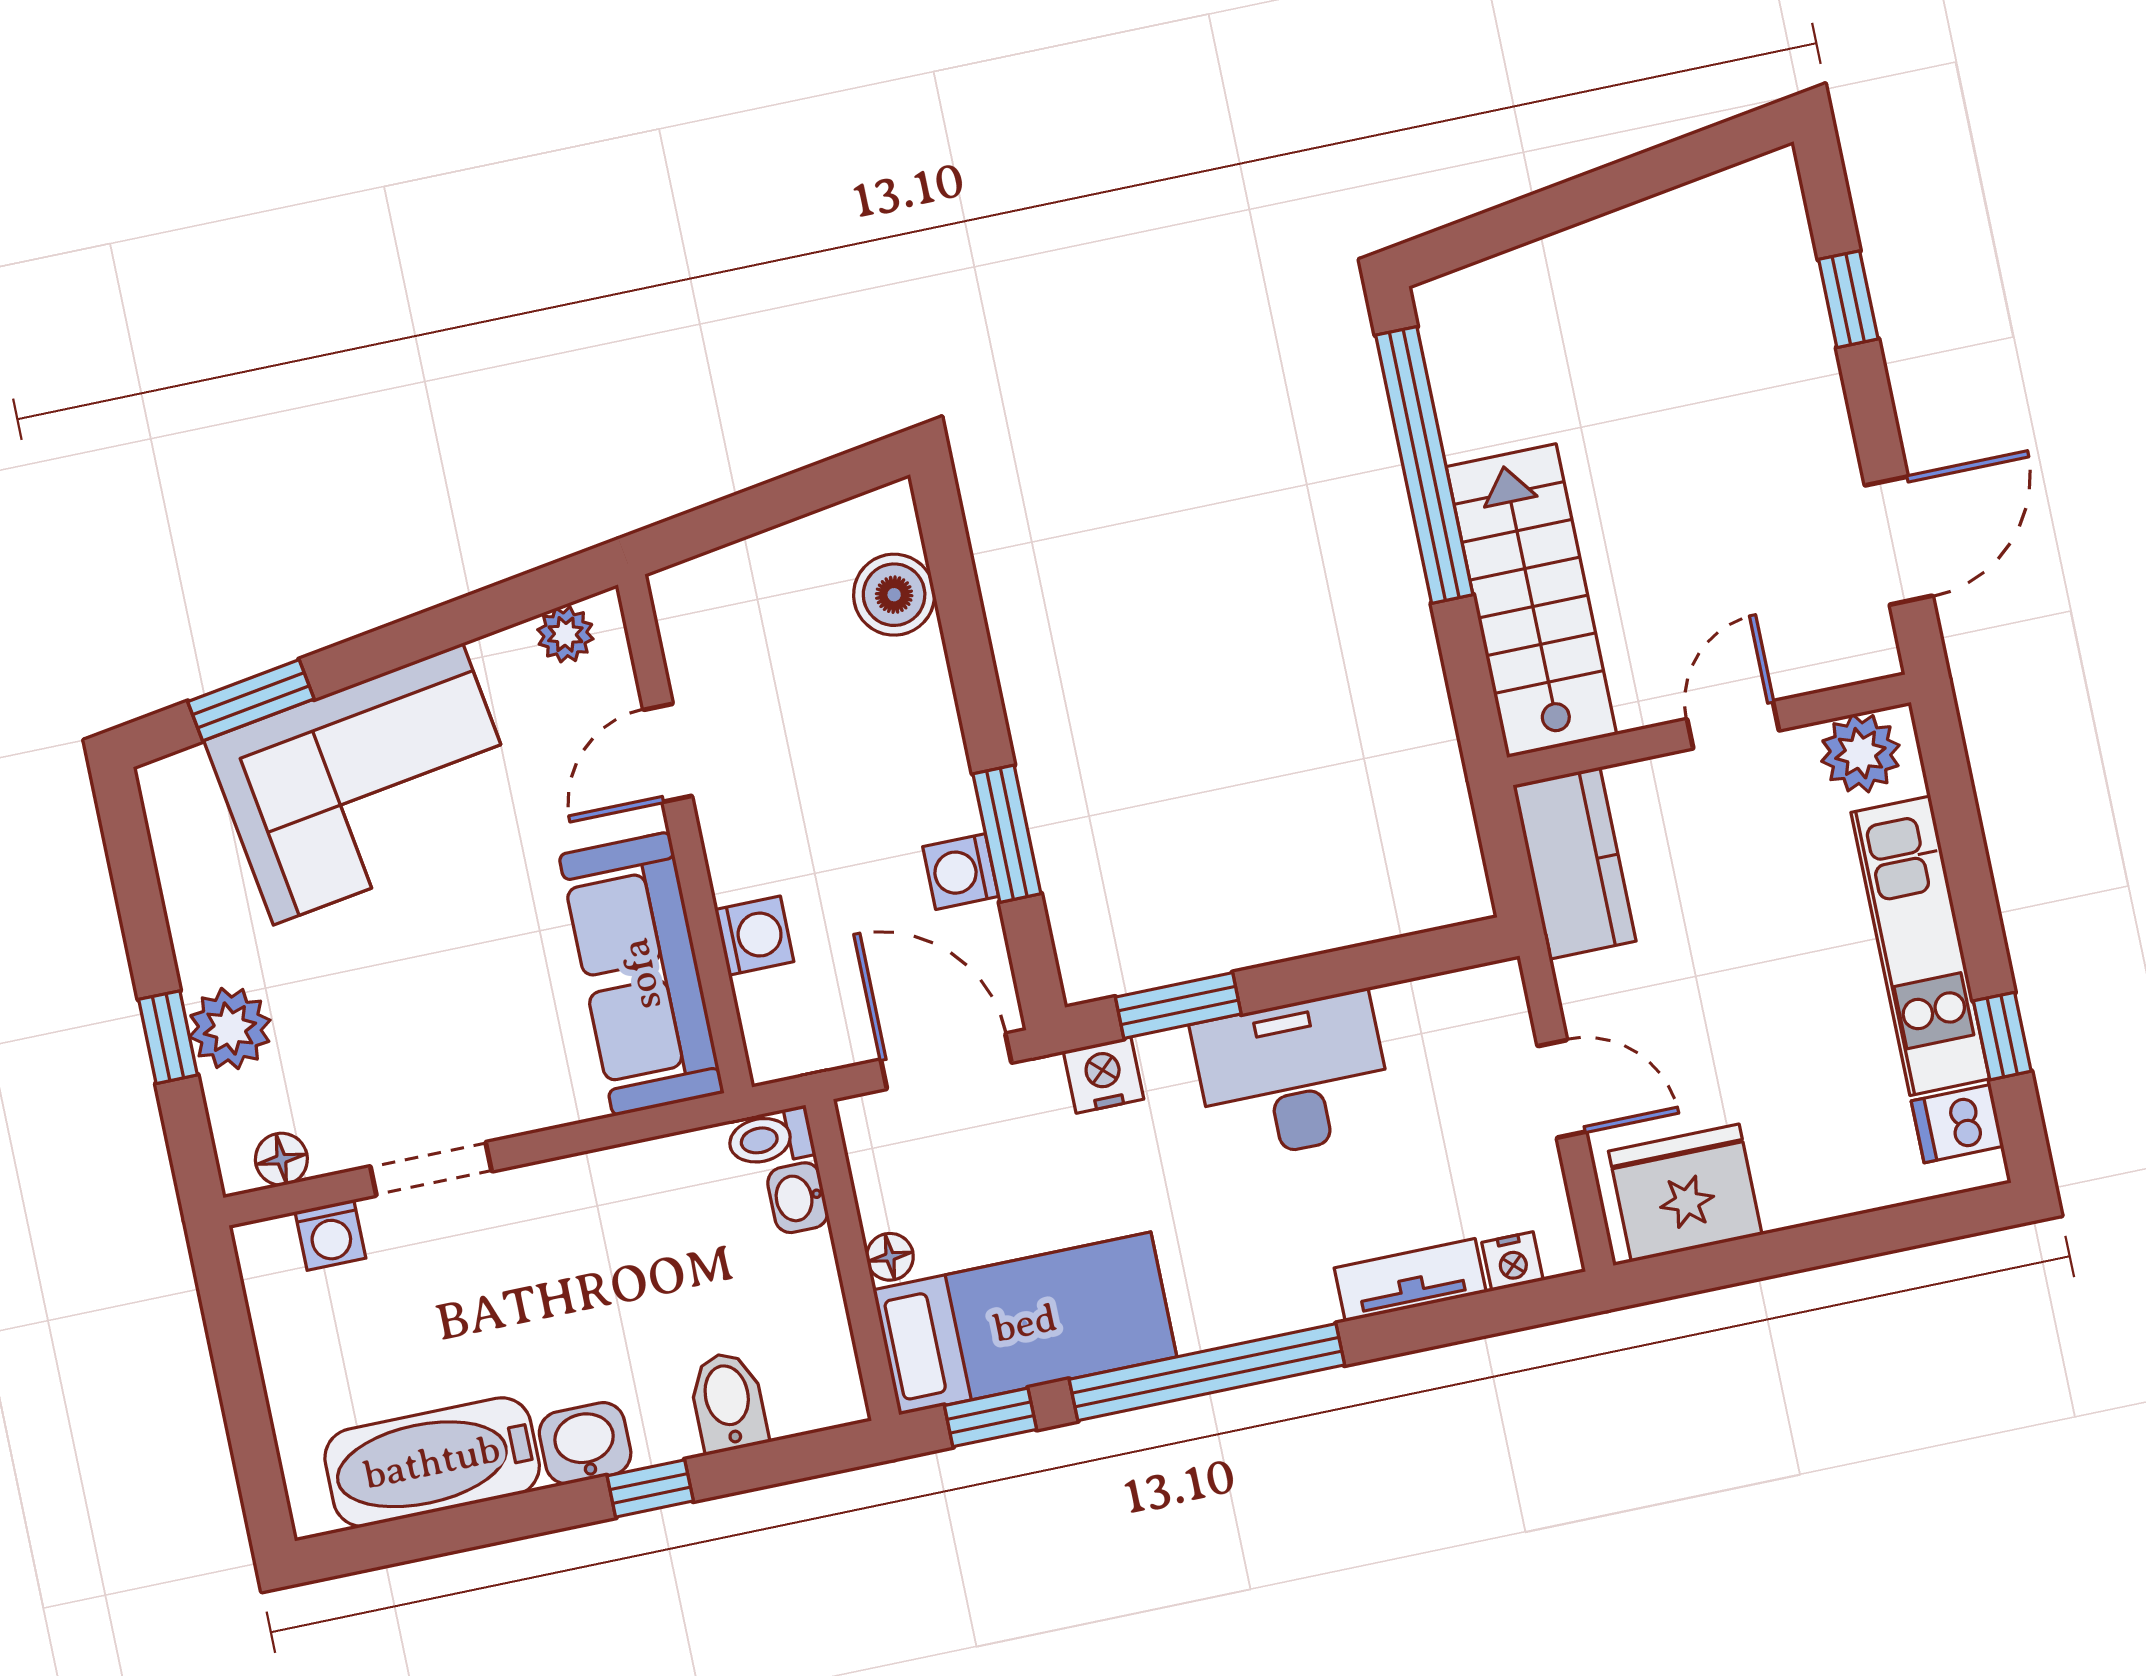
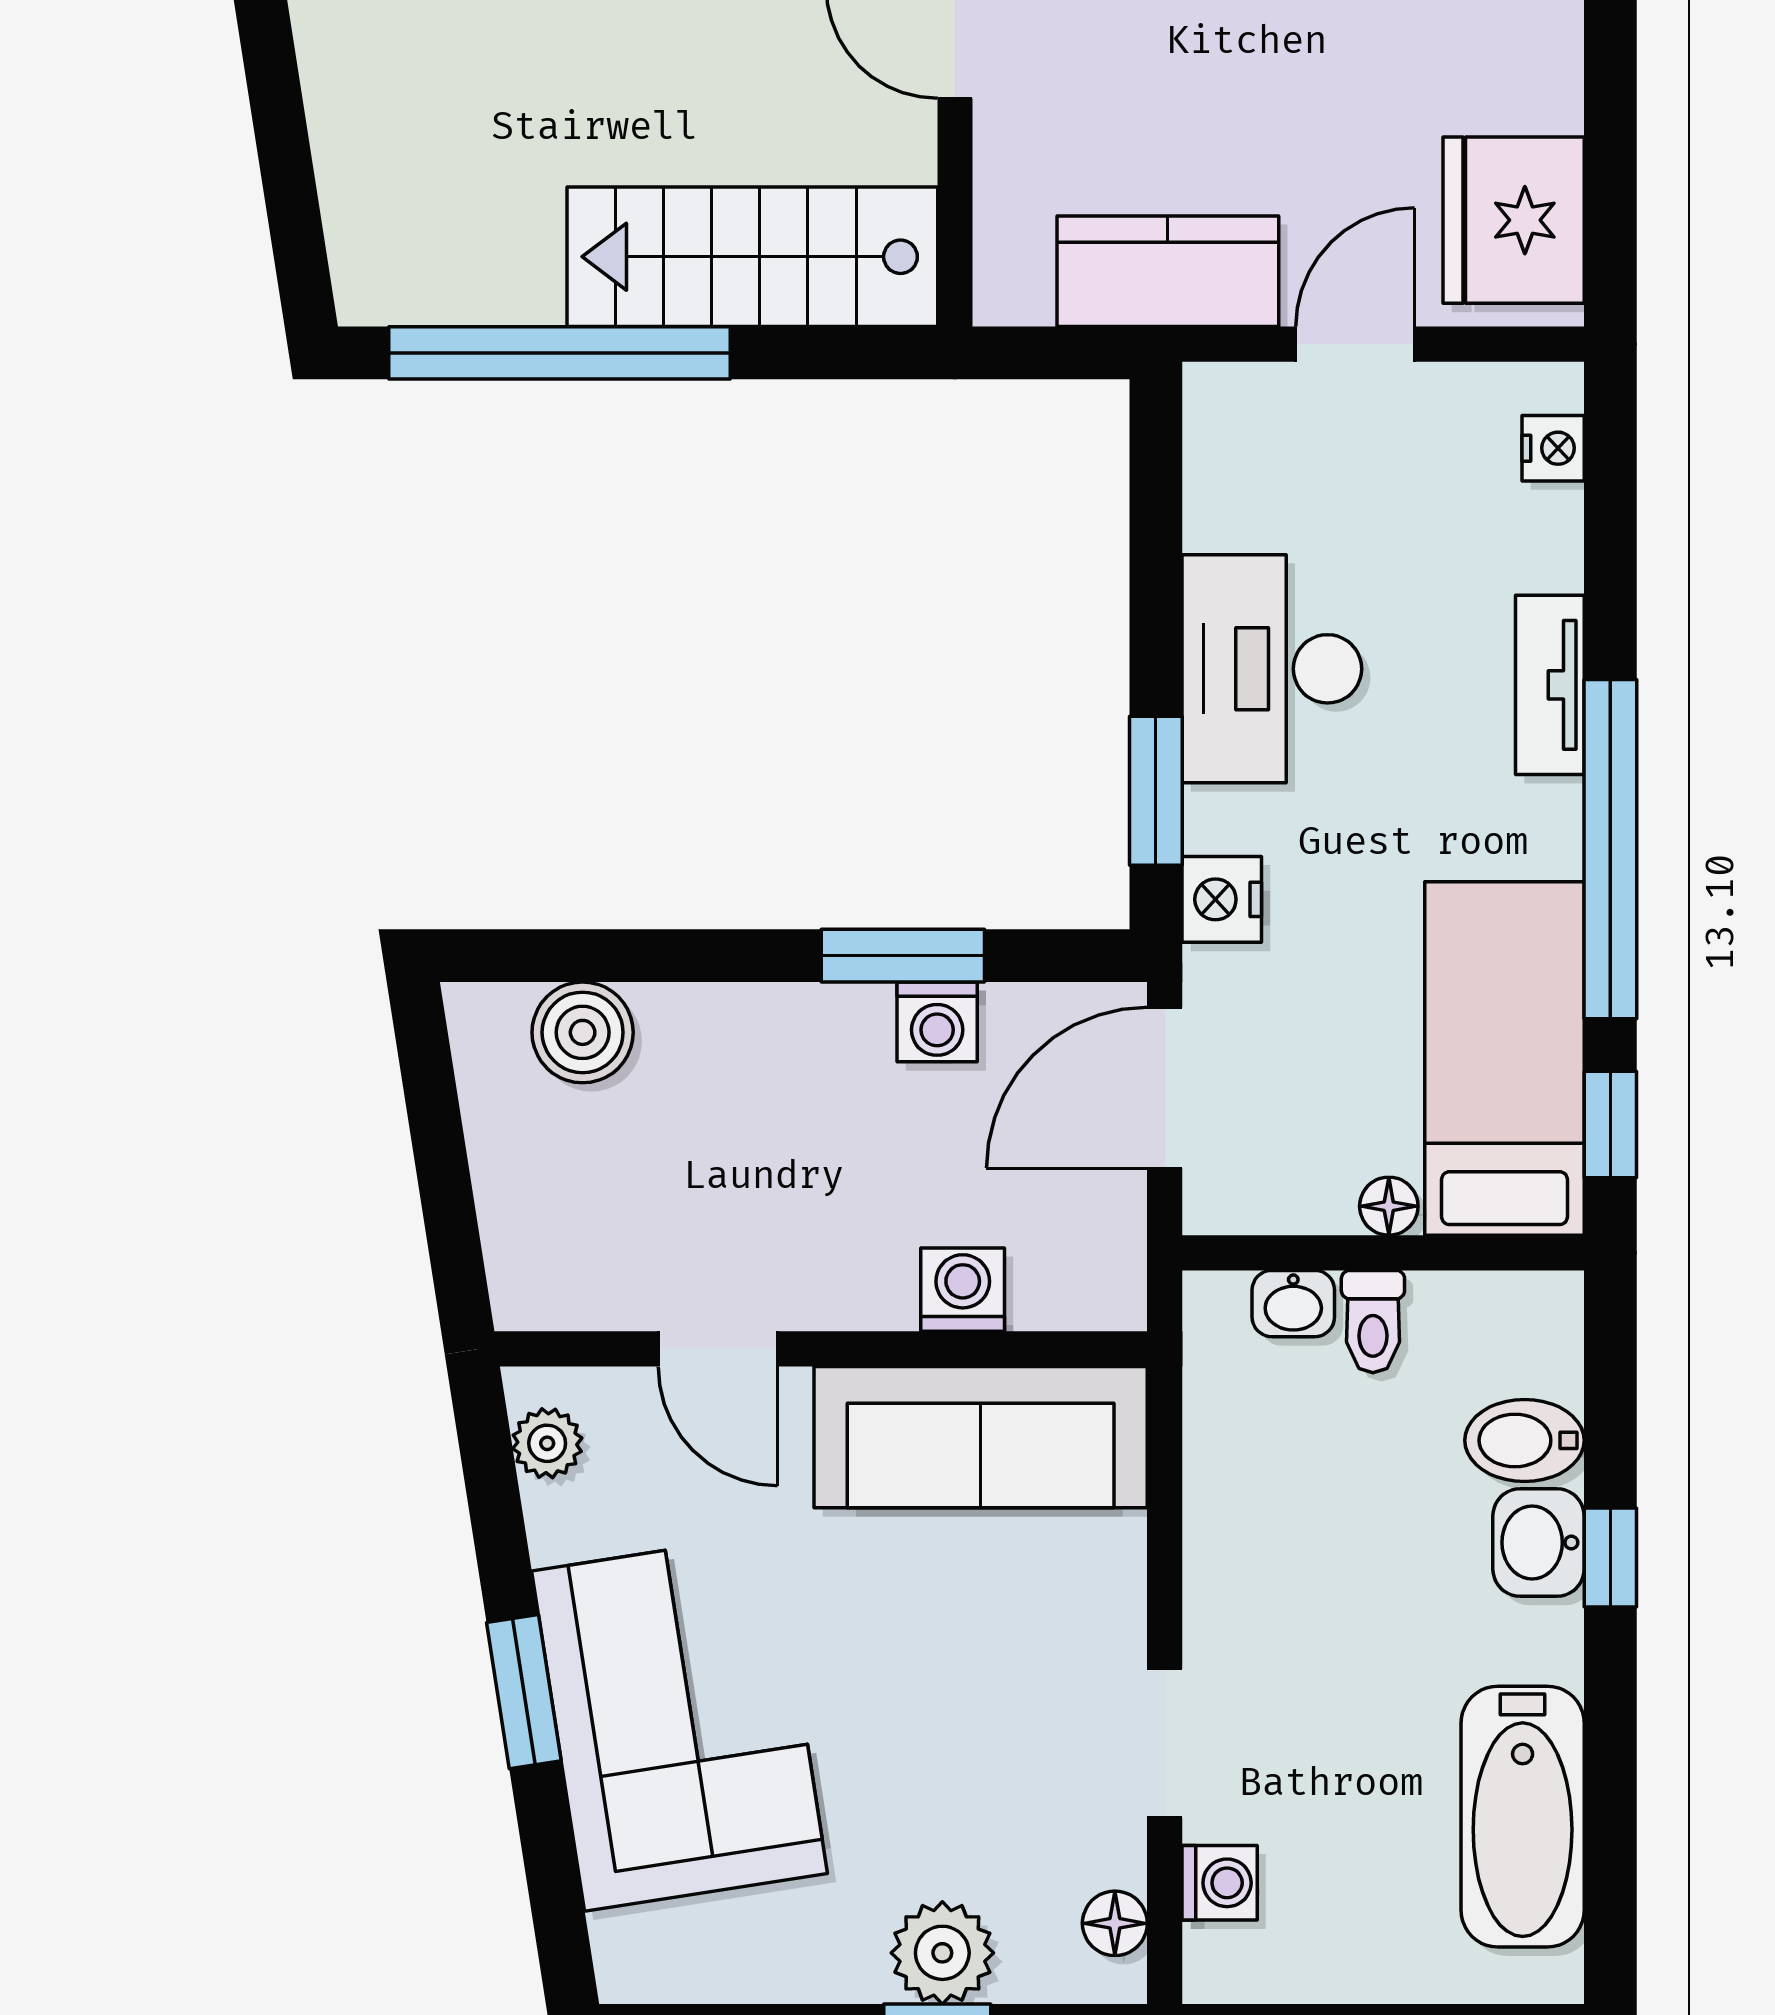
window: (251, 700) -> (524, 1692), moved
kitchen counter: (1574, 863) -> (1168, 271), moved
toilet: (770, 1138) -> (1373, 1322), moved
tv unit: (1410, 1280) -> (1550, 685), moved
washbasin: (585, 1443) -> (1539, 1543), moved

